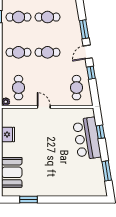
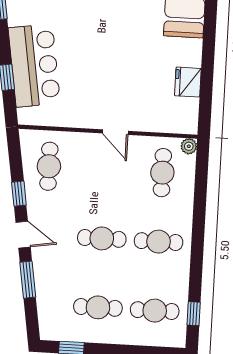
door: (88, 52) -> (23, 235), hinge flipped

